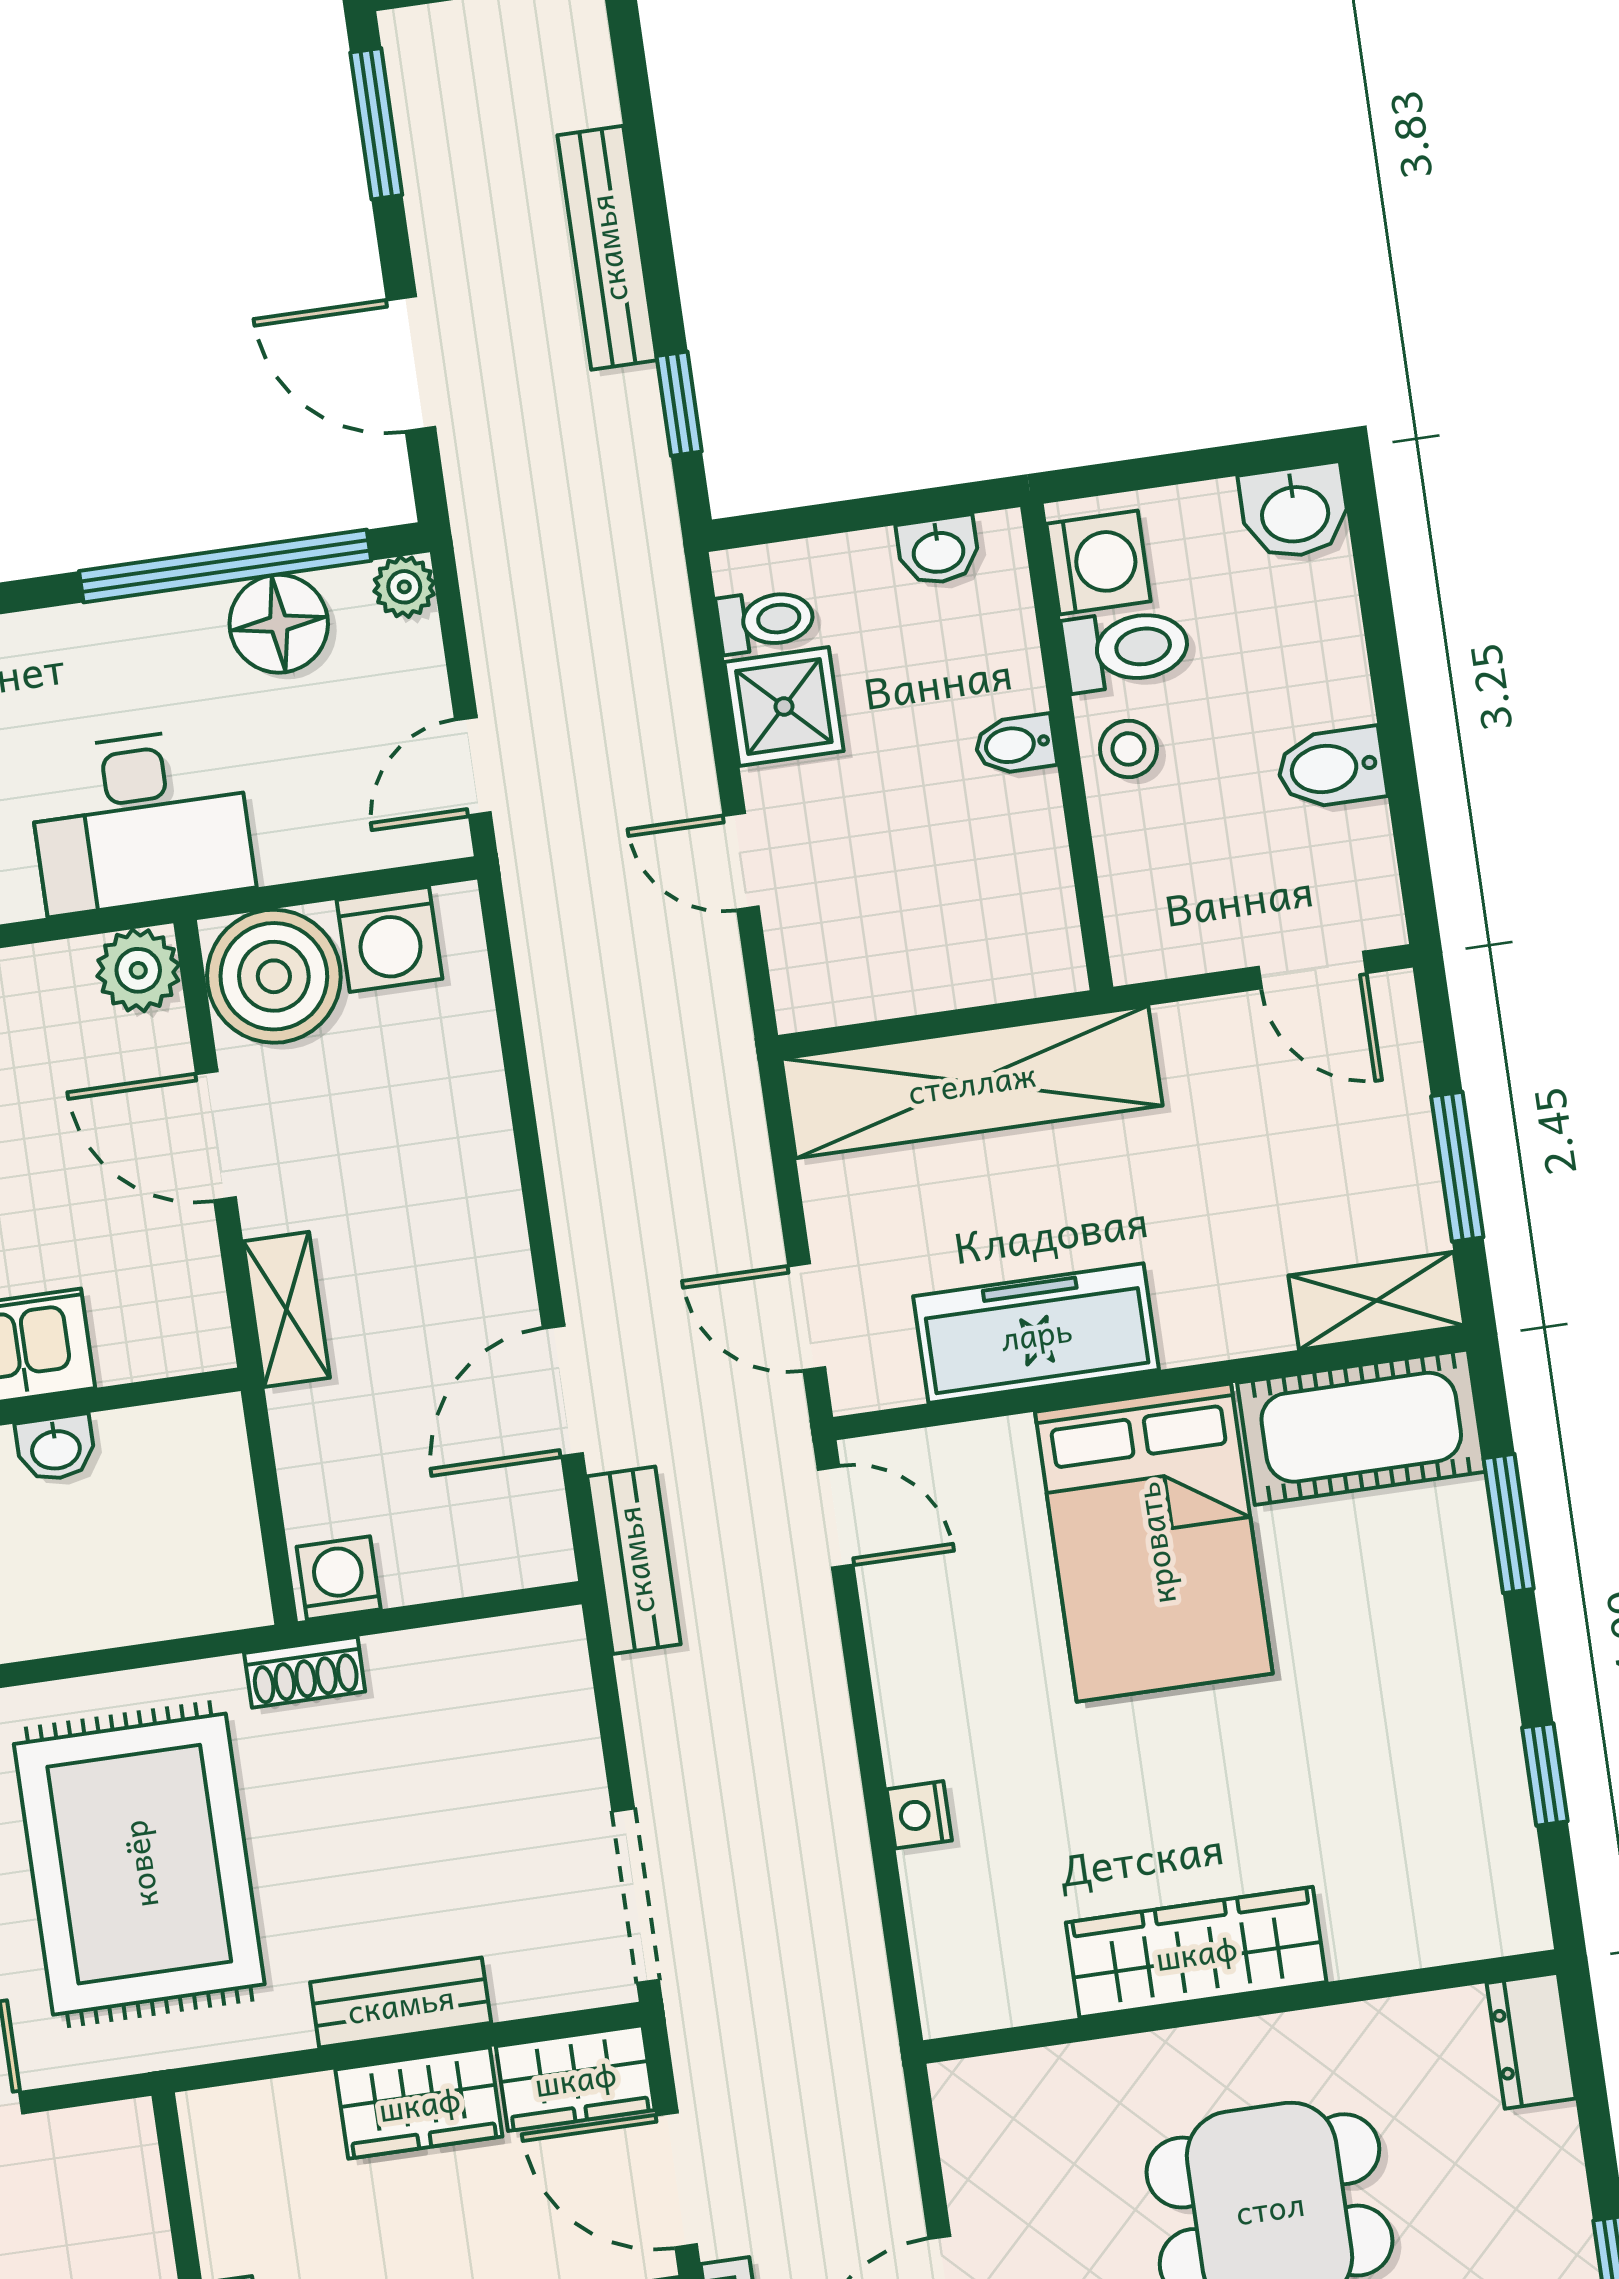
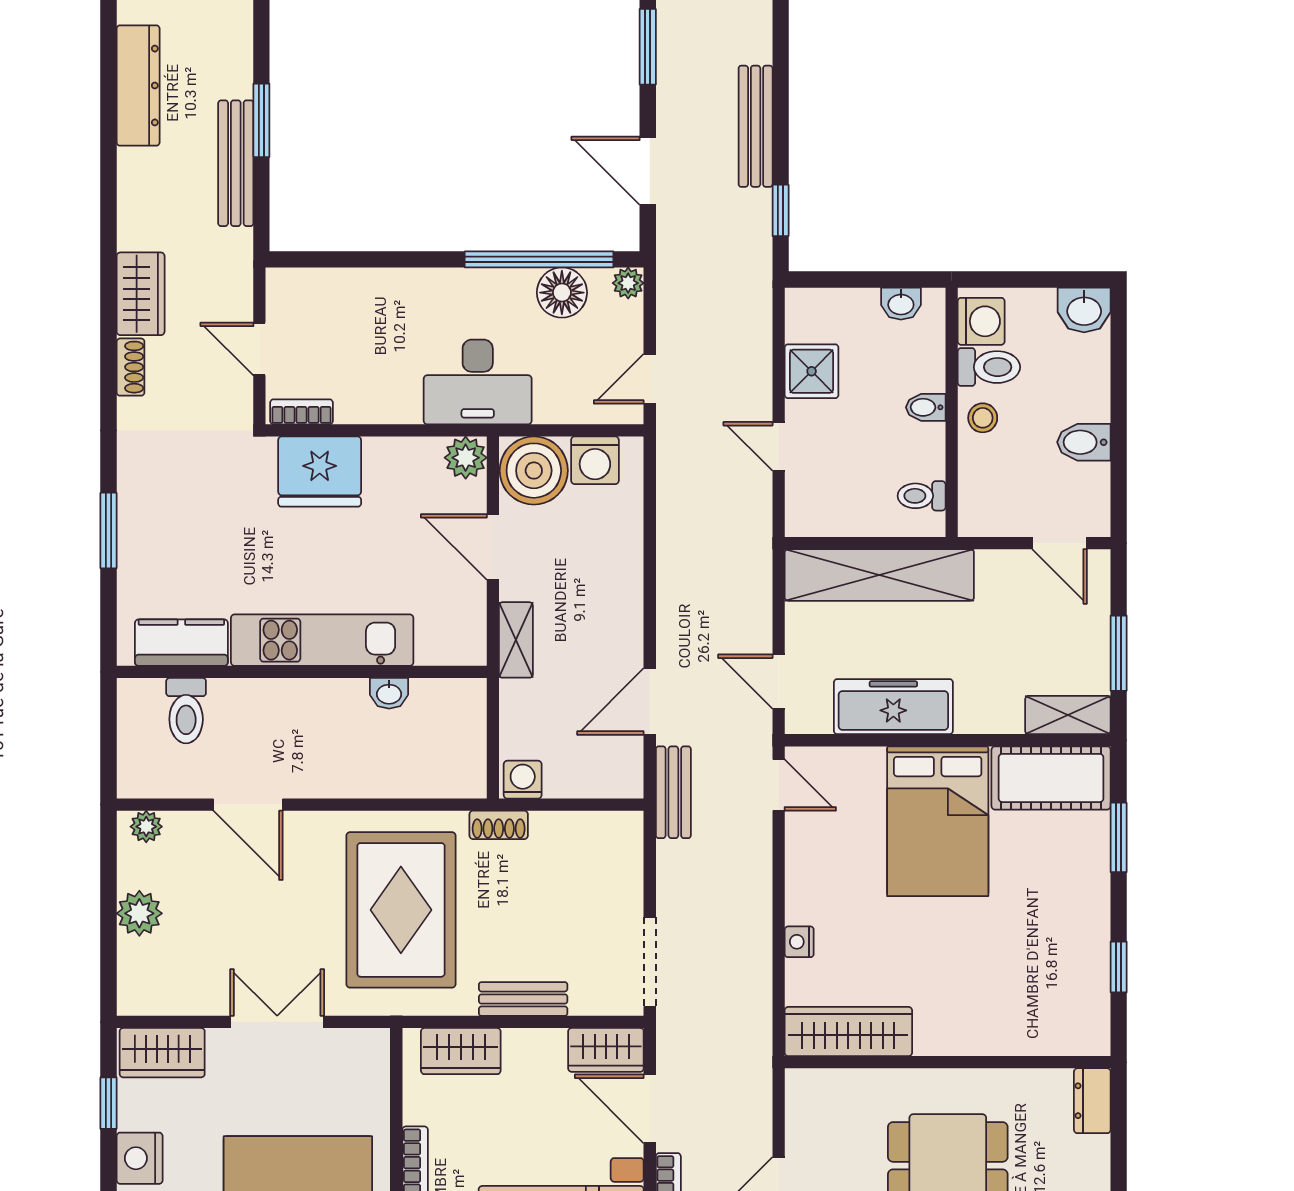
toilet: (766, 620) -> (922, 496), moved, turned 180
wardrobe: (1196, 1952) -> (848, 1032), moved
wardrobe: (419, 2103) -> (461, 1051), moved

